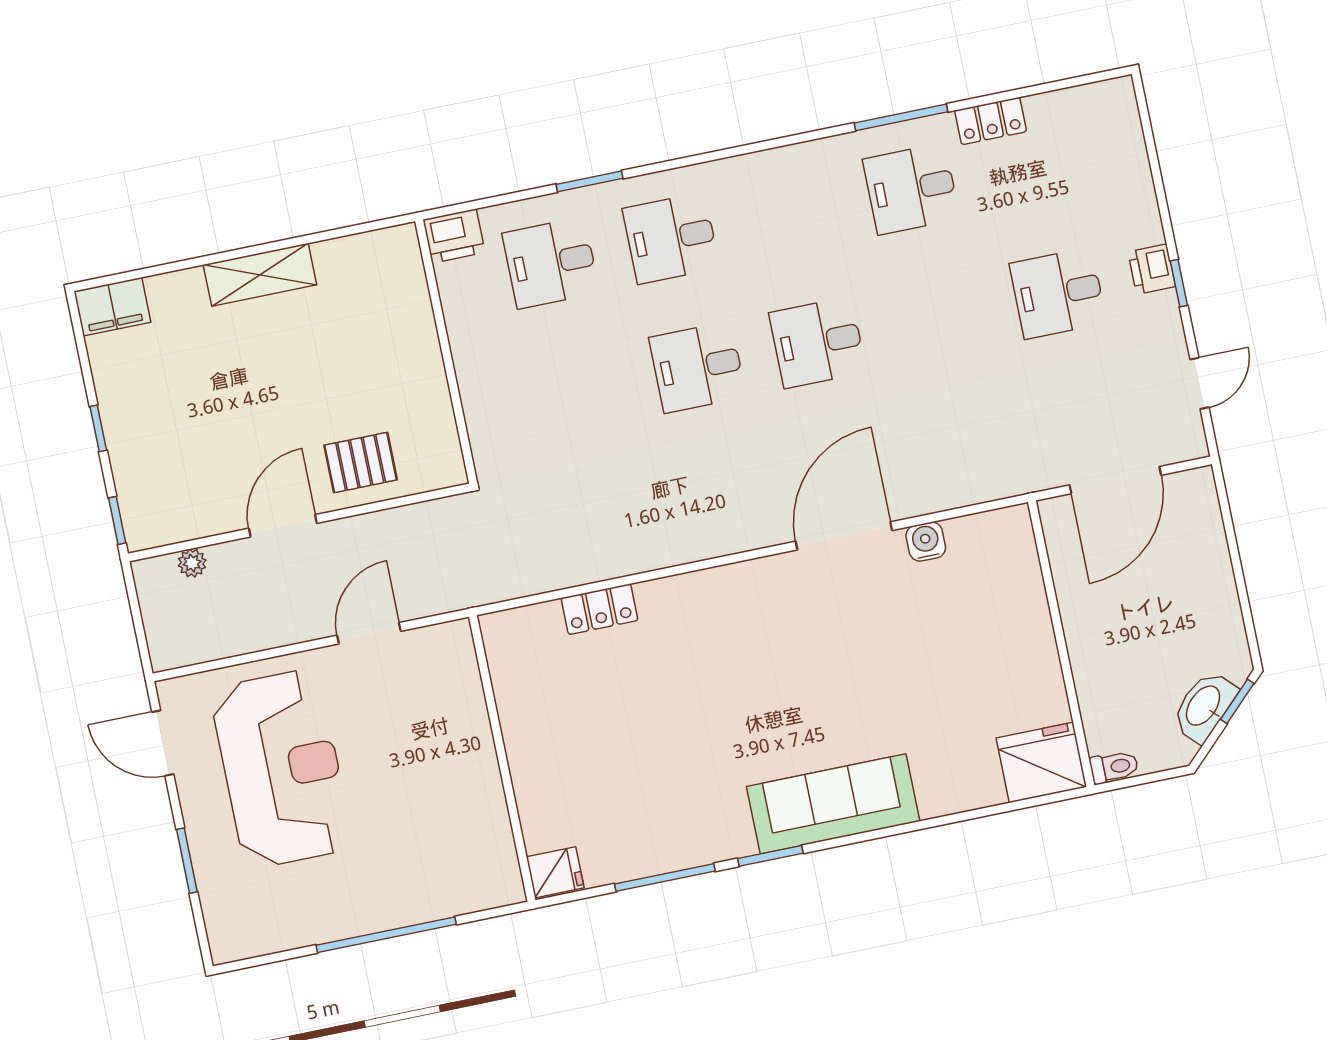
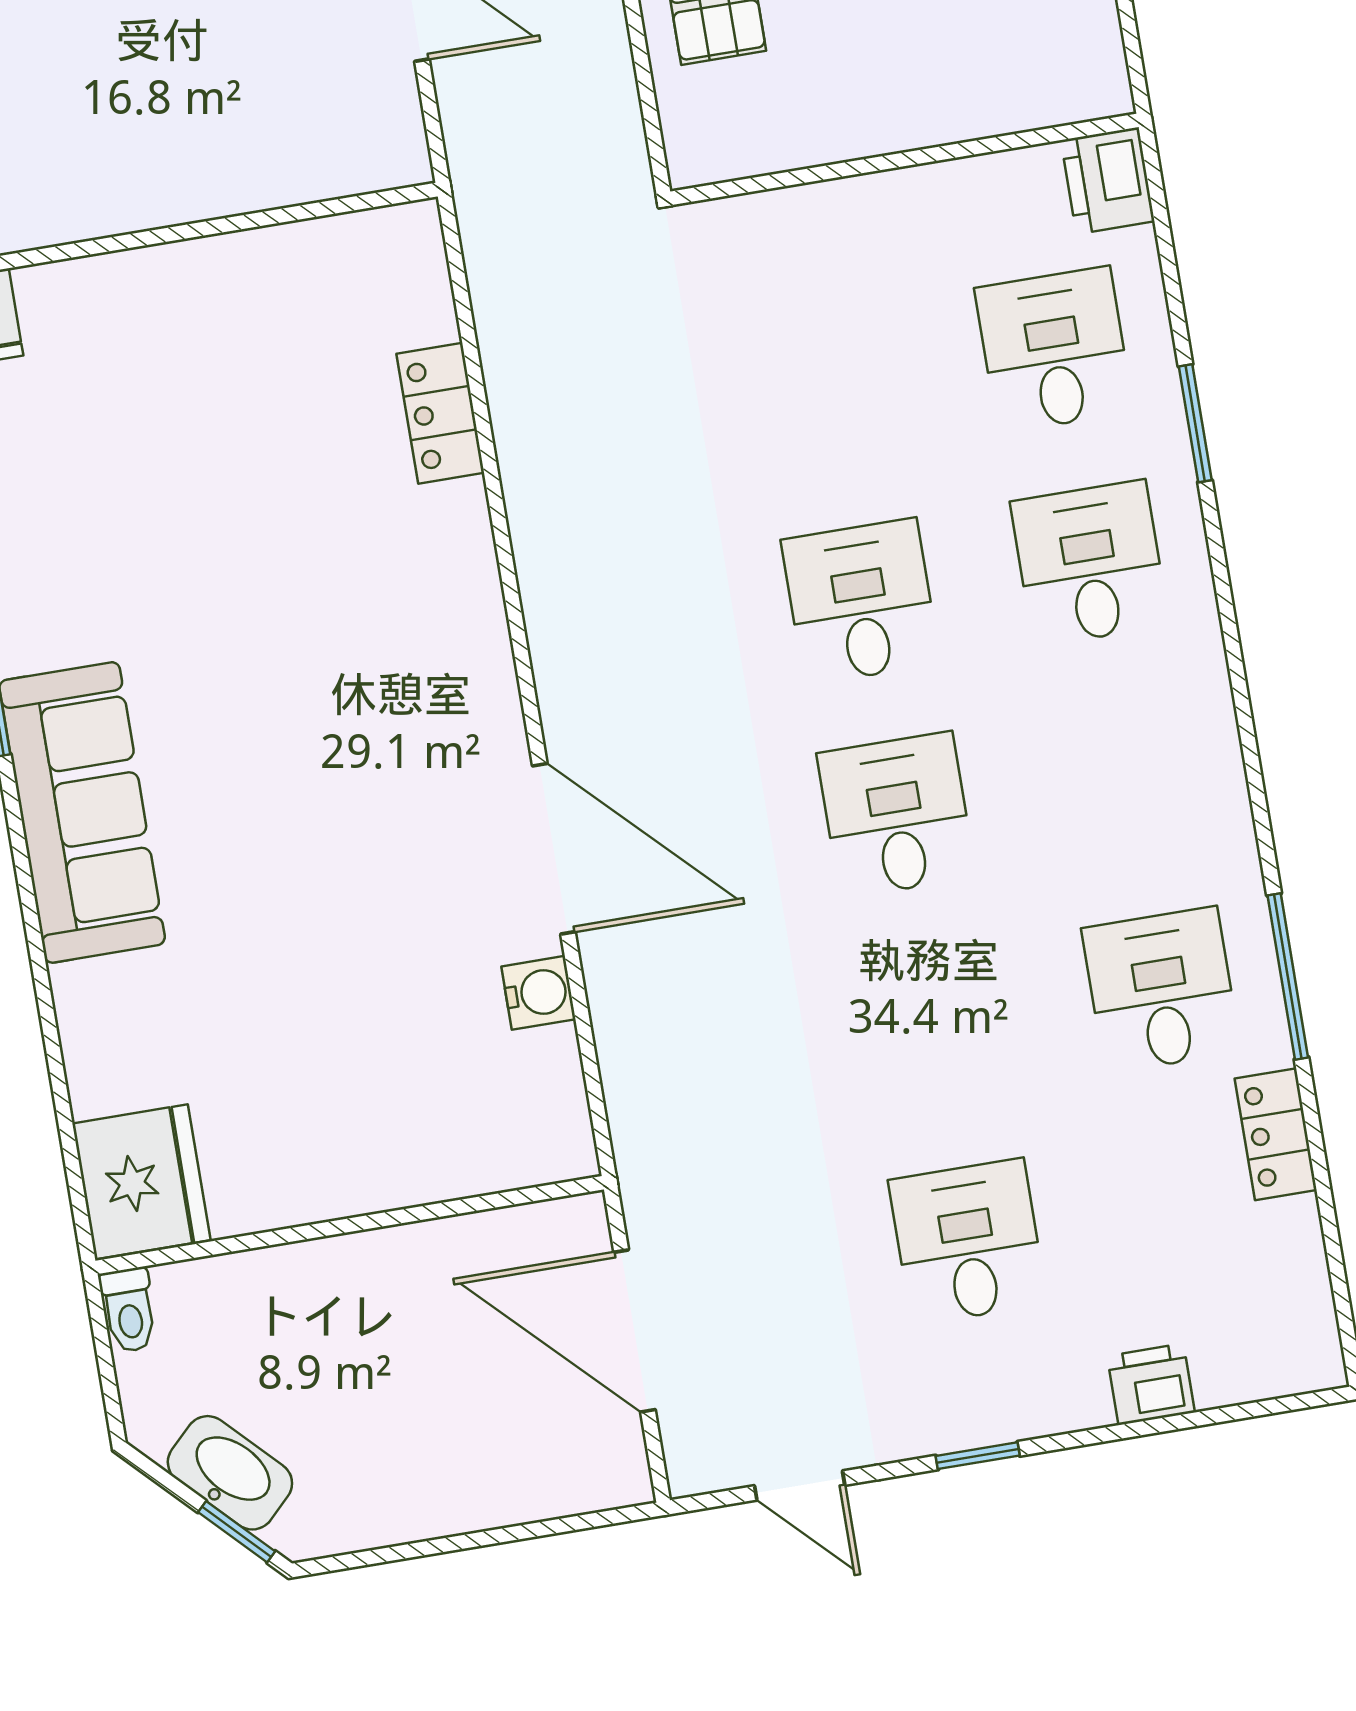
printer: (1152, 269) -> (1151, 1384), moved

